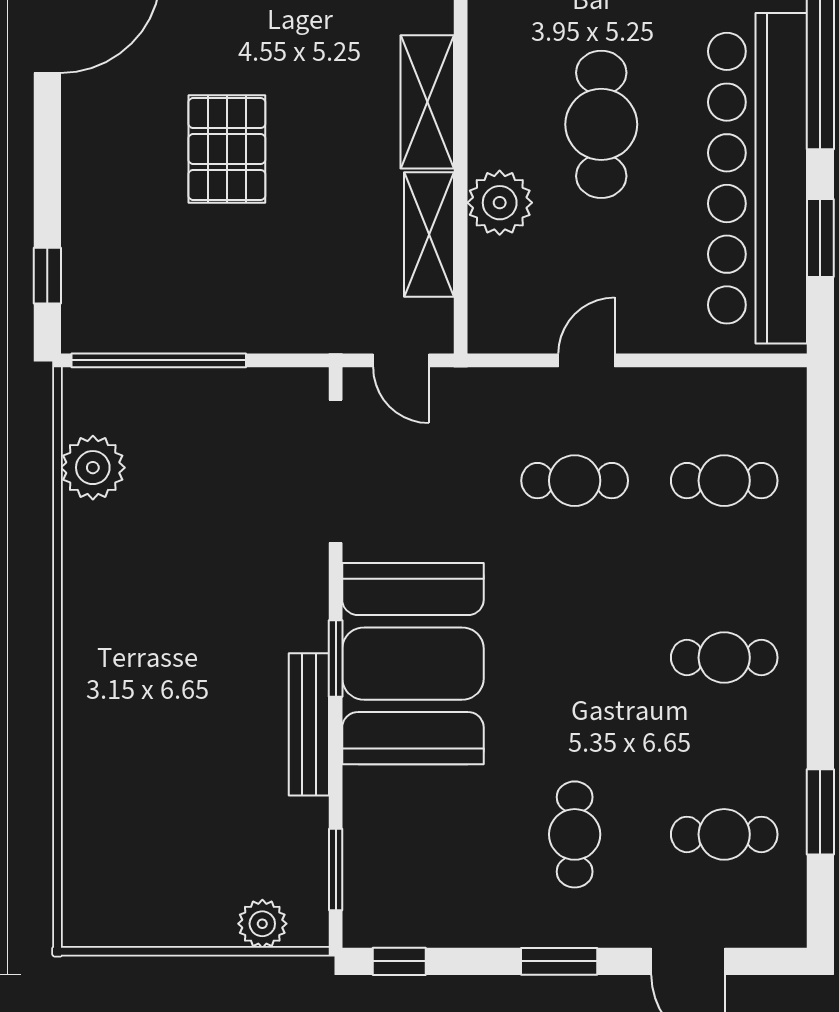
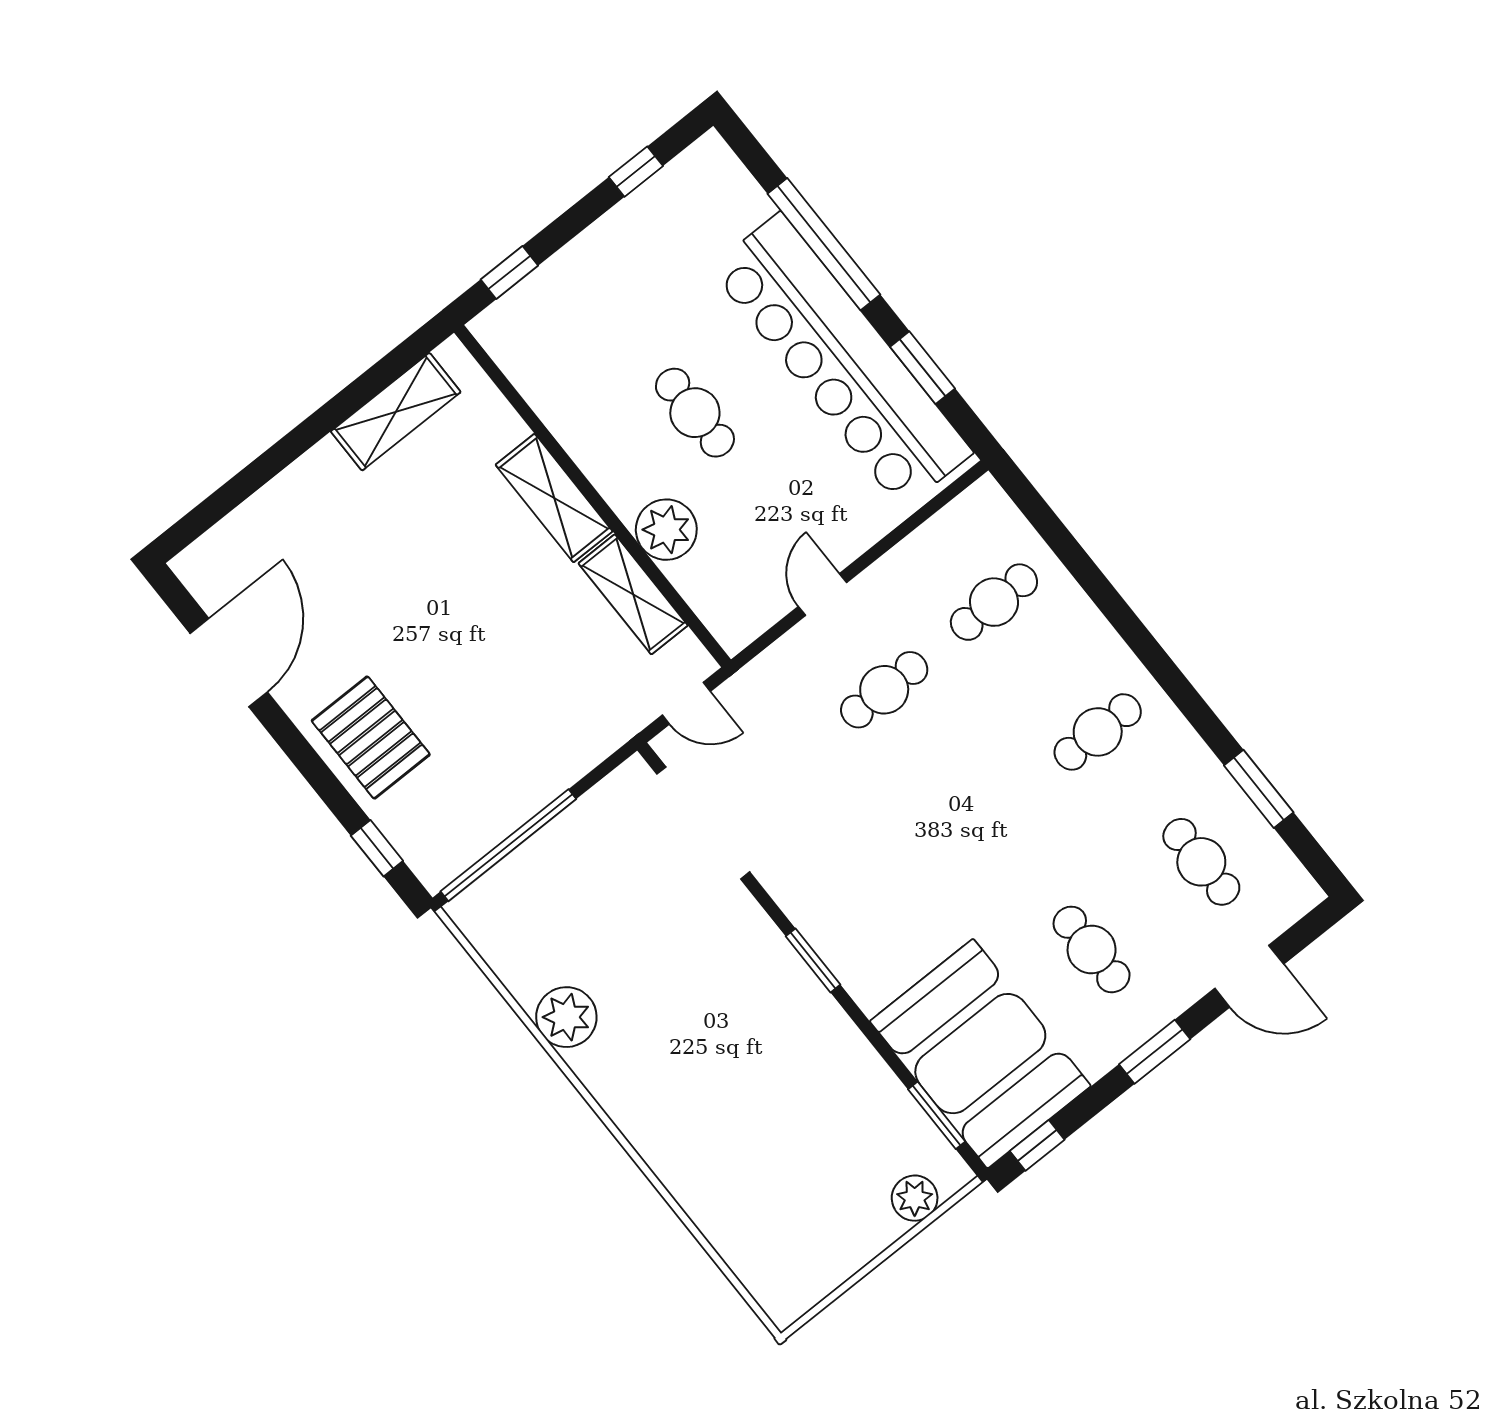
cafe table: (601, 124) -> (695, 413), width x0.73, depth x0.74
pallet: (227, 149) -> (371, 738), moved
plant: (93, 468) -> (566, 1017), moved
booth: (413, 664) -> (980, 1054), moved
bench: (309, 724) -> (832, 1024), removed
cafe table: (724, 834) -> (1201, 862), turned 90

